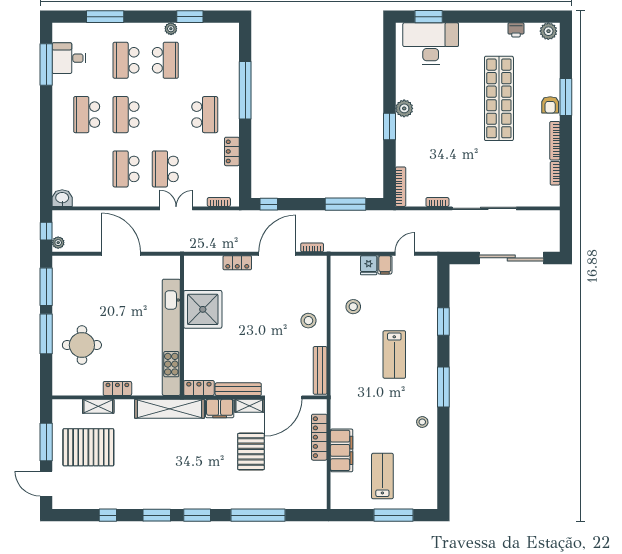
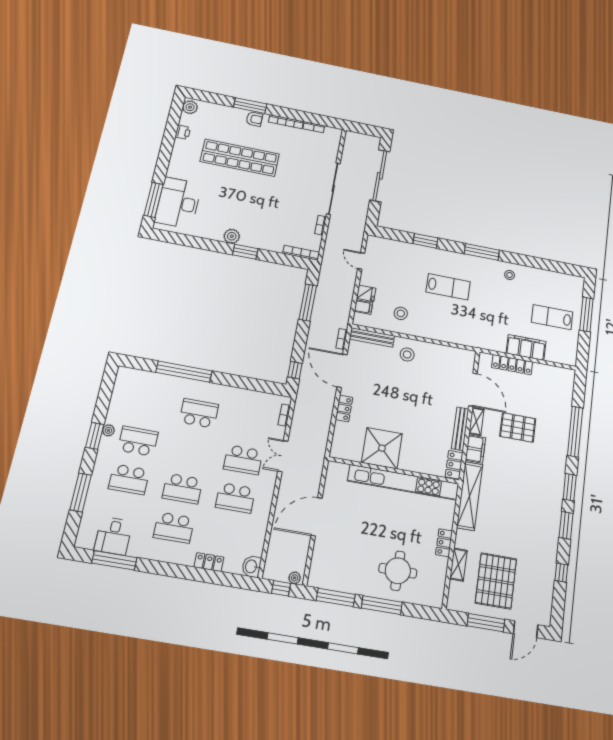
window: (190, 17) -> (95, 436), moved
window: (429, 17) -> (154, 200), width x1.44
locker: (232, 151) -> (209, 562), moved, turned 180
filing cabinet: (385, 265) -> (363, 307), moved
bench: (320, 370) -> (372, 337), moved

